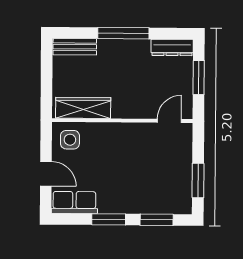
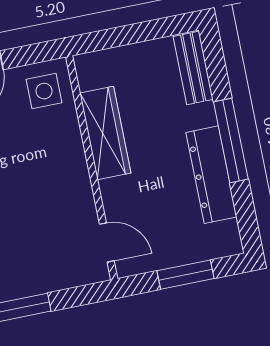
dresser: (172, 47) -> (211, 175), moved, width x1.37, depth x1.24
wardrobe: (83, 108) -> (105, 133), moved

